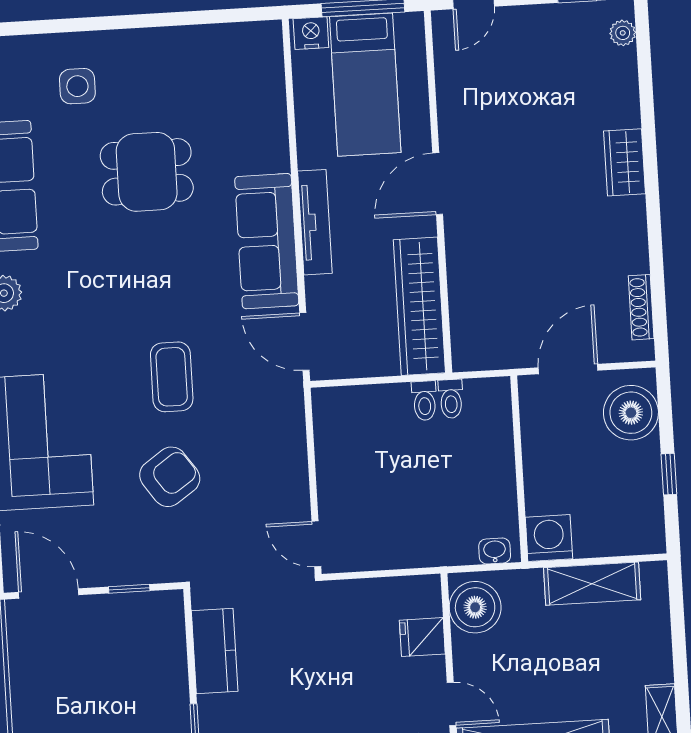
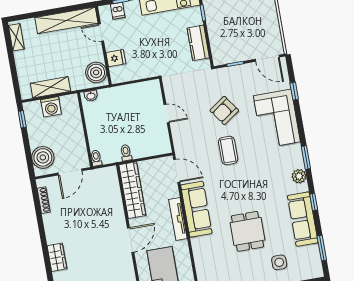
dining table: (147, 172) -> (248, 231), turned 90
toilet: (451, 399) -> (96, 158), moved
window: (669, 474) -> (22, 119), moved
washing machine: (549, 538) -> (51, 107), moved
door: (316, 544) -> (167, 114), moved

